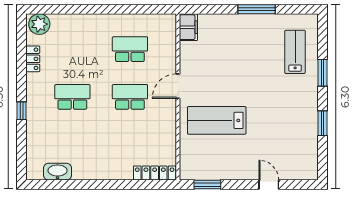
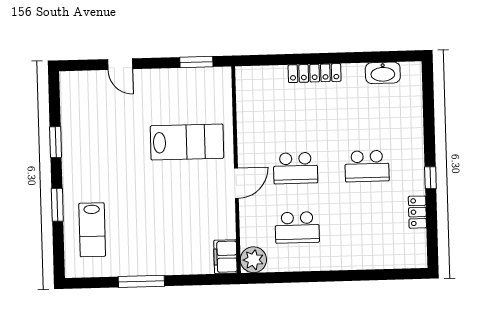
plant: (39, 24) -> (253, 260), moved
window: (22, 111) -> (430, 178), moved
locker: (155, 173) -> (315, 73), moved

